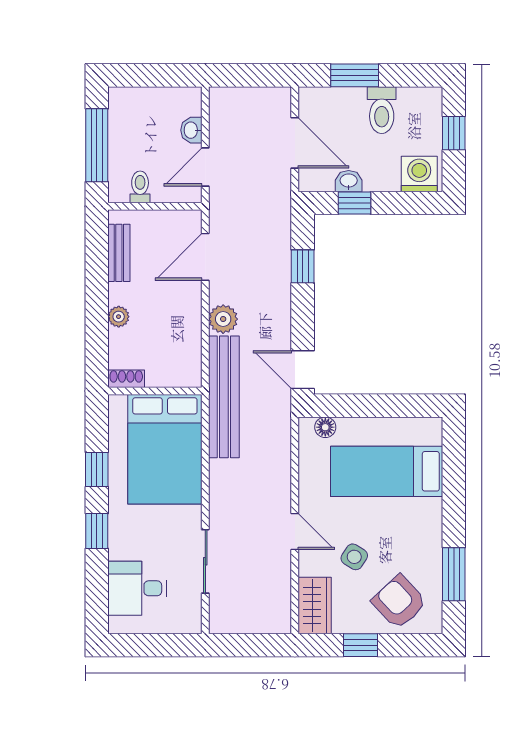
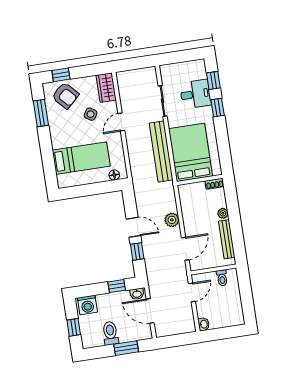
washbasin: (191, 130) -> (204, 324), moved
window: (97, 145) -> (246, 295), removed
washbasin: (349, 181) -> (137, 294), moved
bench: (119, 253) -> (227, 239), width x1.36
door: (303, 370) -> (133, 227), moved
bench: (224, 397) -> (161, 152), moved
window: (97, 470) -> (213, 80), moved
door: (295, 531) -> (121, 122), hinge flipped
desk: (137, 588) -> (195, 94), moved
window: (361, 645) -> (61, 75), moved

